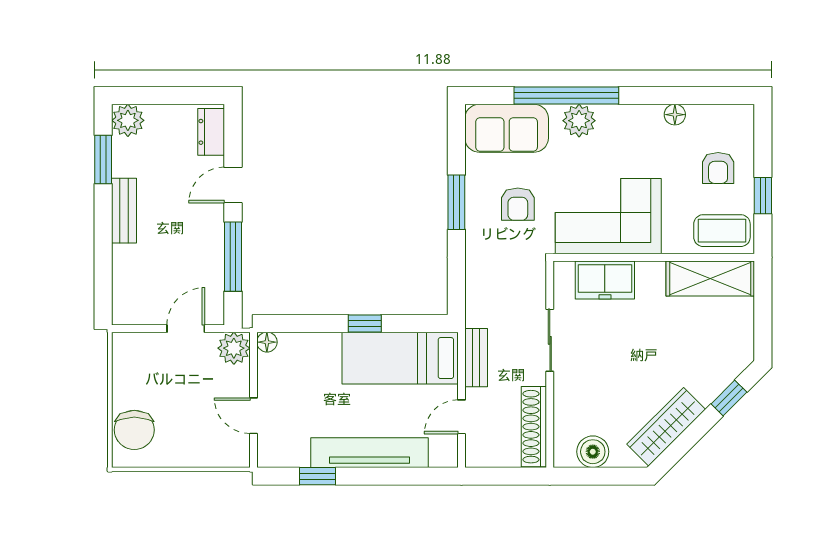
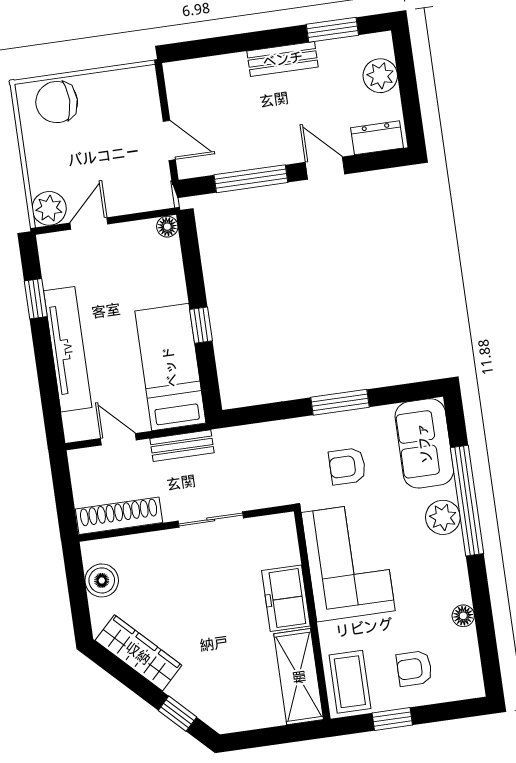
plant: (128, 120) -> (380, 76), moved
freezer: (605, 280) -> (286, 598), moved
plant: (234, 348) -> (49, 208), moved

